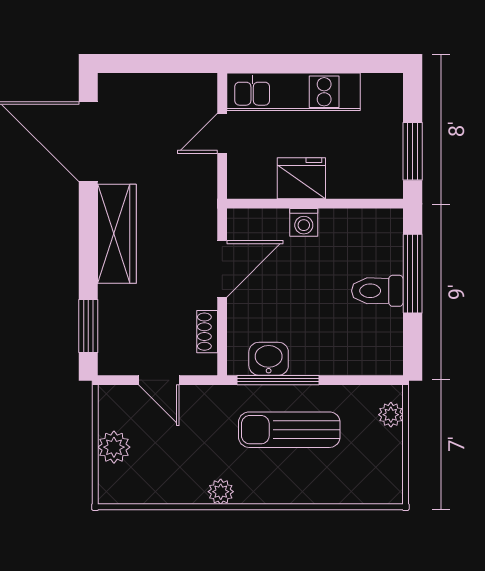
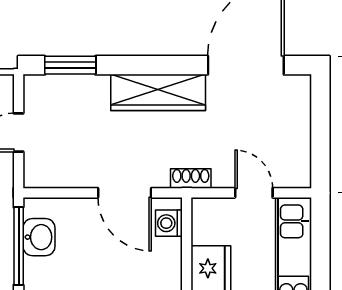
washing machine: (304, 222) -> (169, 223), moved
shoe rack: (207, 332) -> (191, 178), moved

